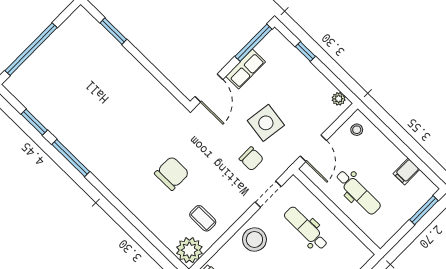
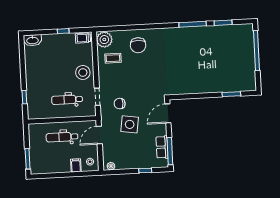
row of seats: (245, 69) -> (162, 147), moved
door: (209, 88) -> (168, 113), hinge flipped
door: (313, 148) -> (99, 135), hinge flipped
filing cabinet: (406, 172) -> (76, 165), moved
chair: (172, 173) -> (138, 45), moved
dental chair: (306, 228) -> (67, 100), turned 180

